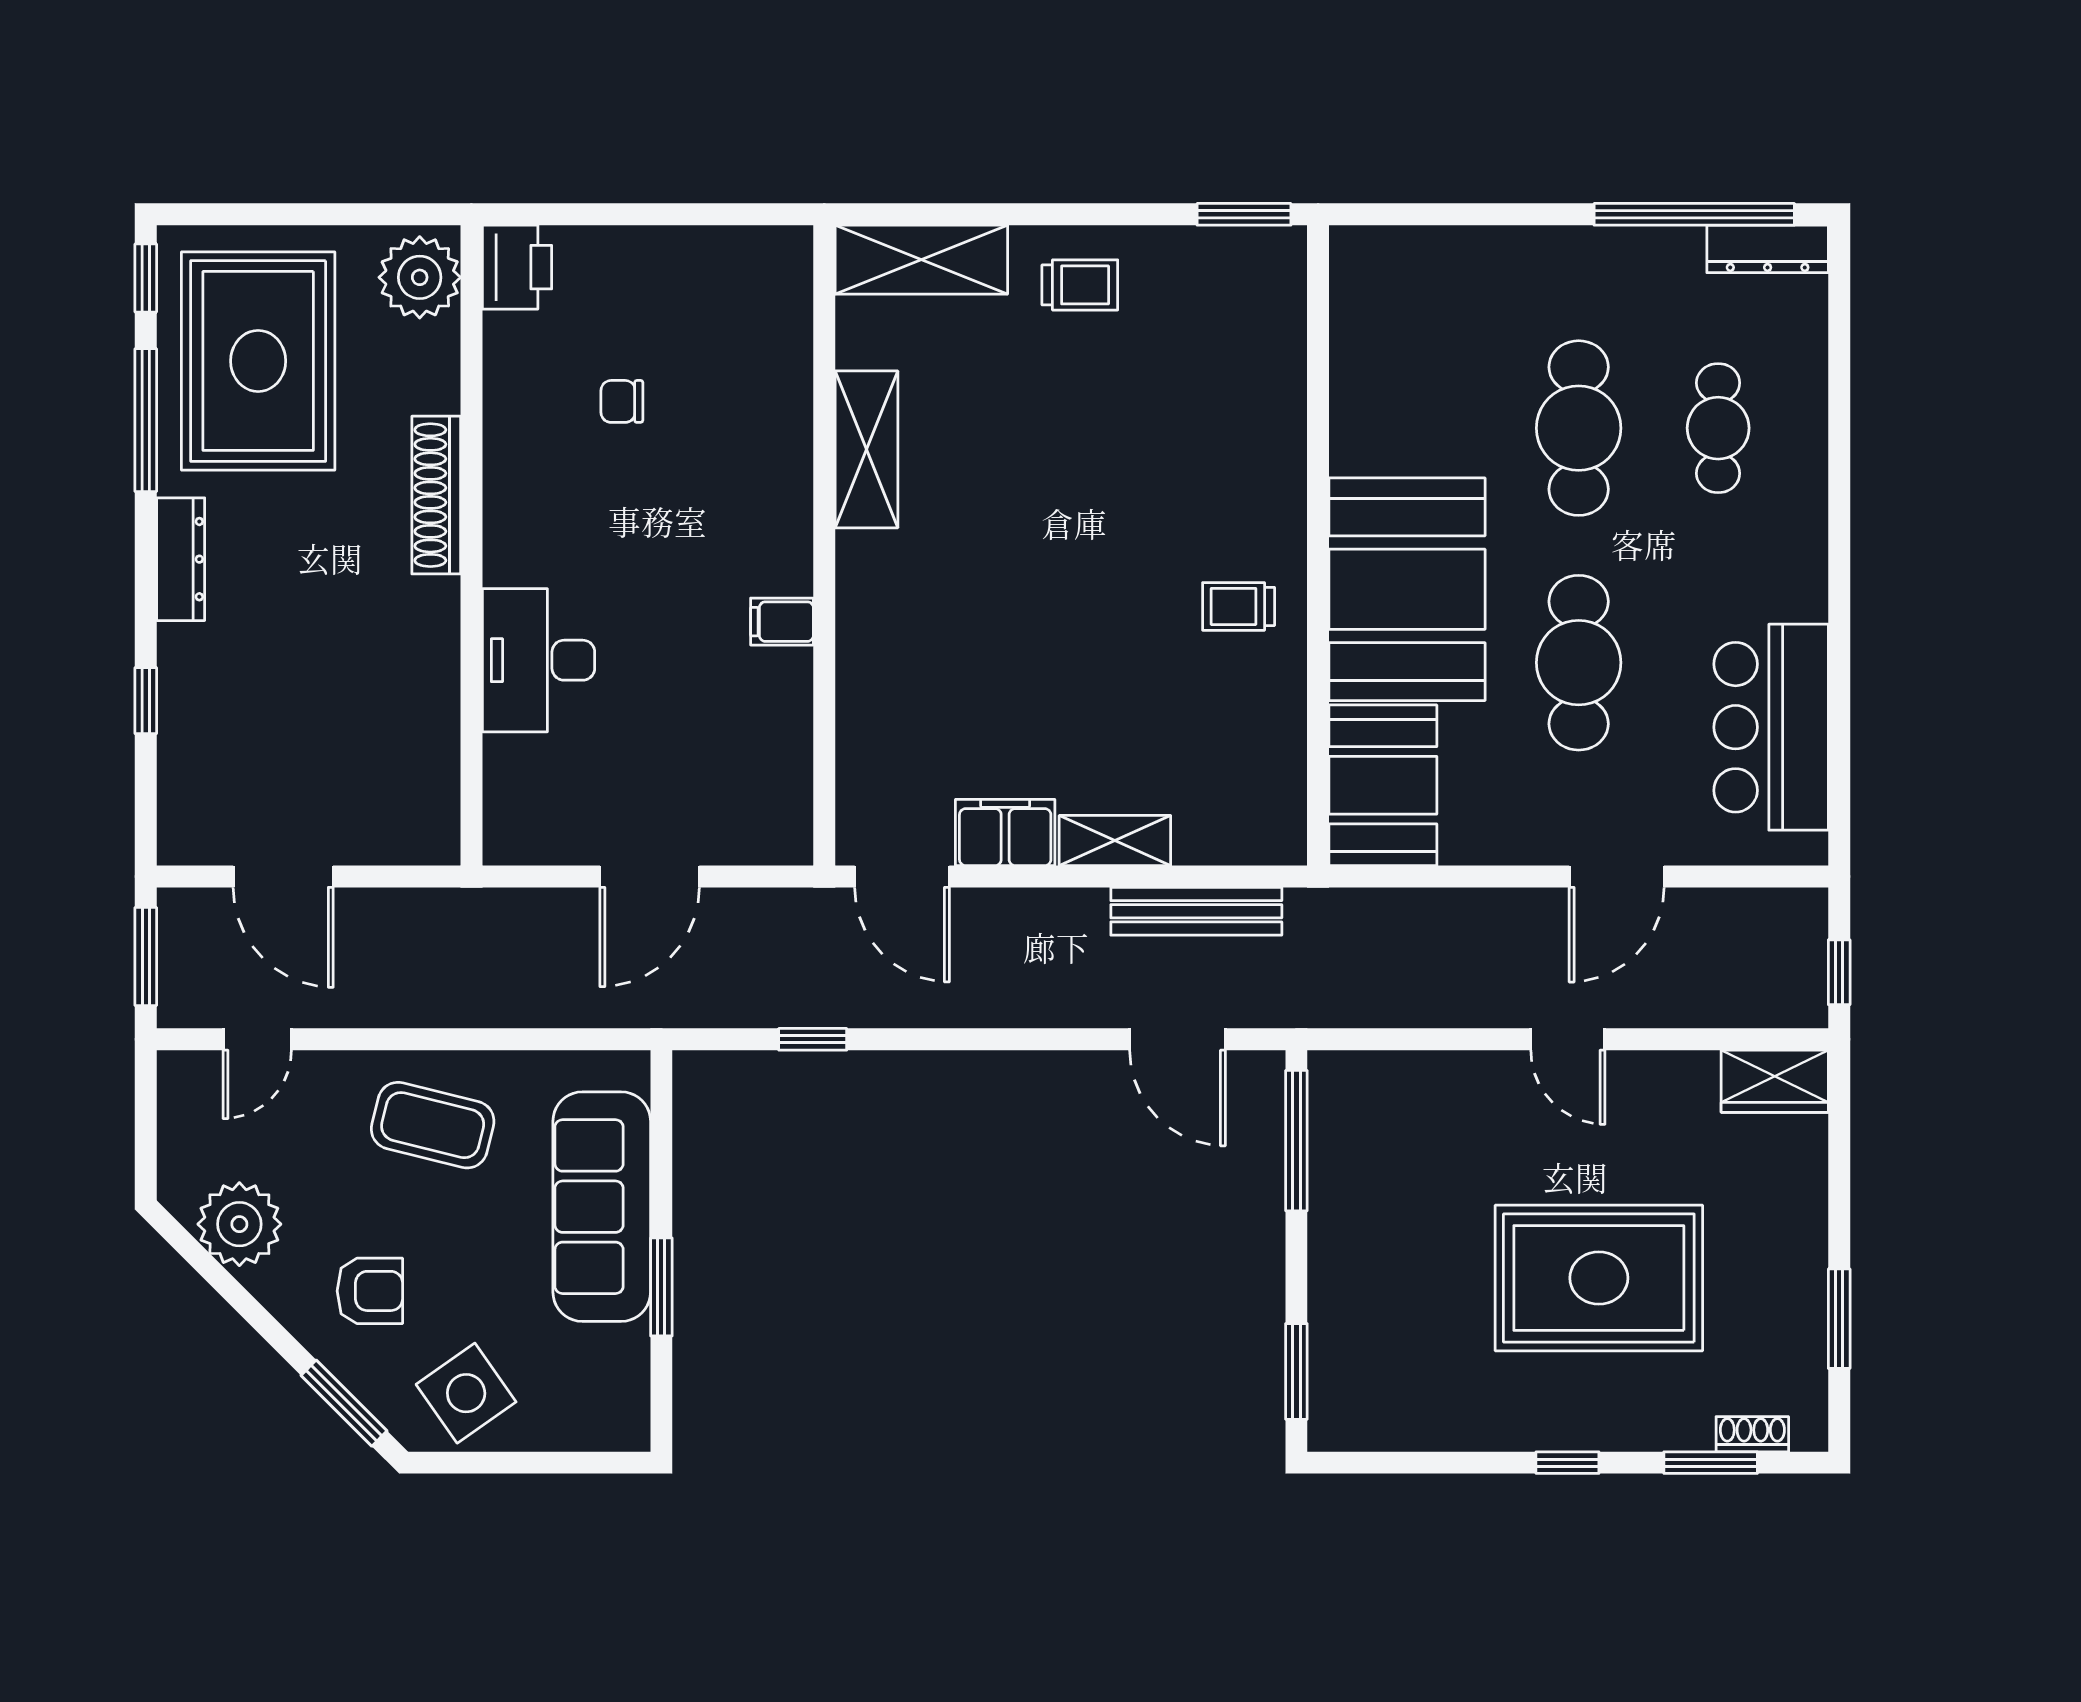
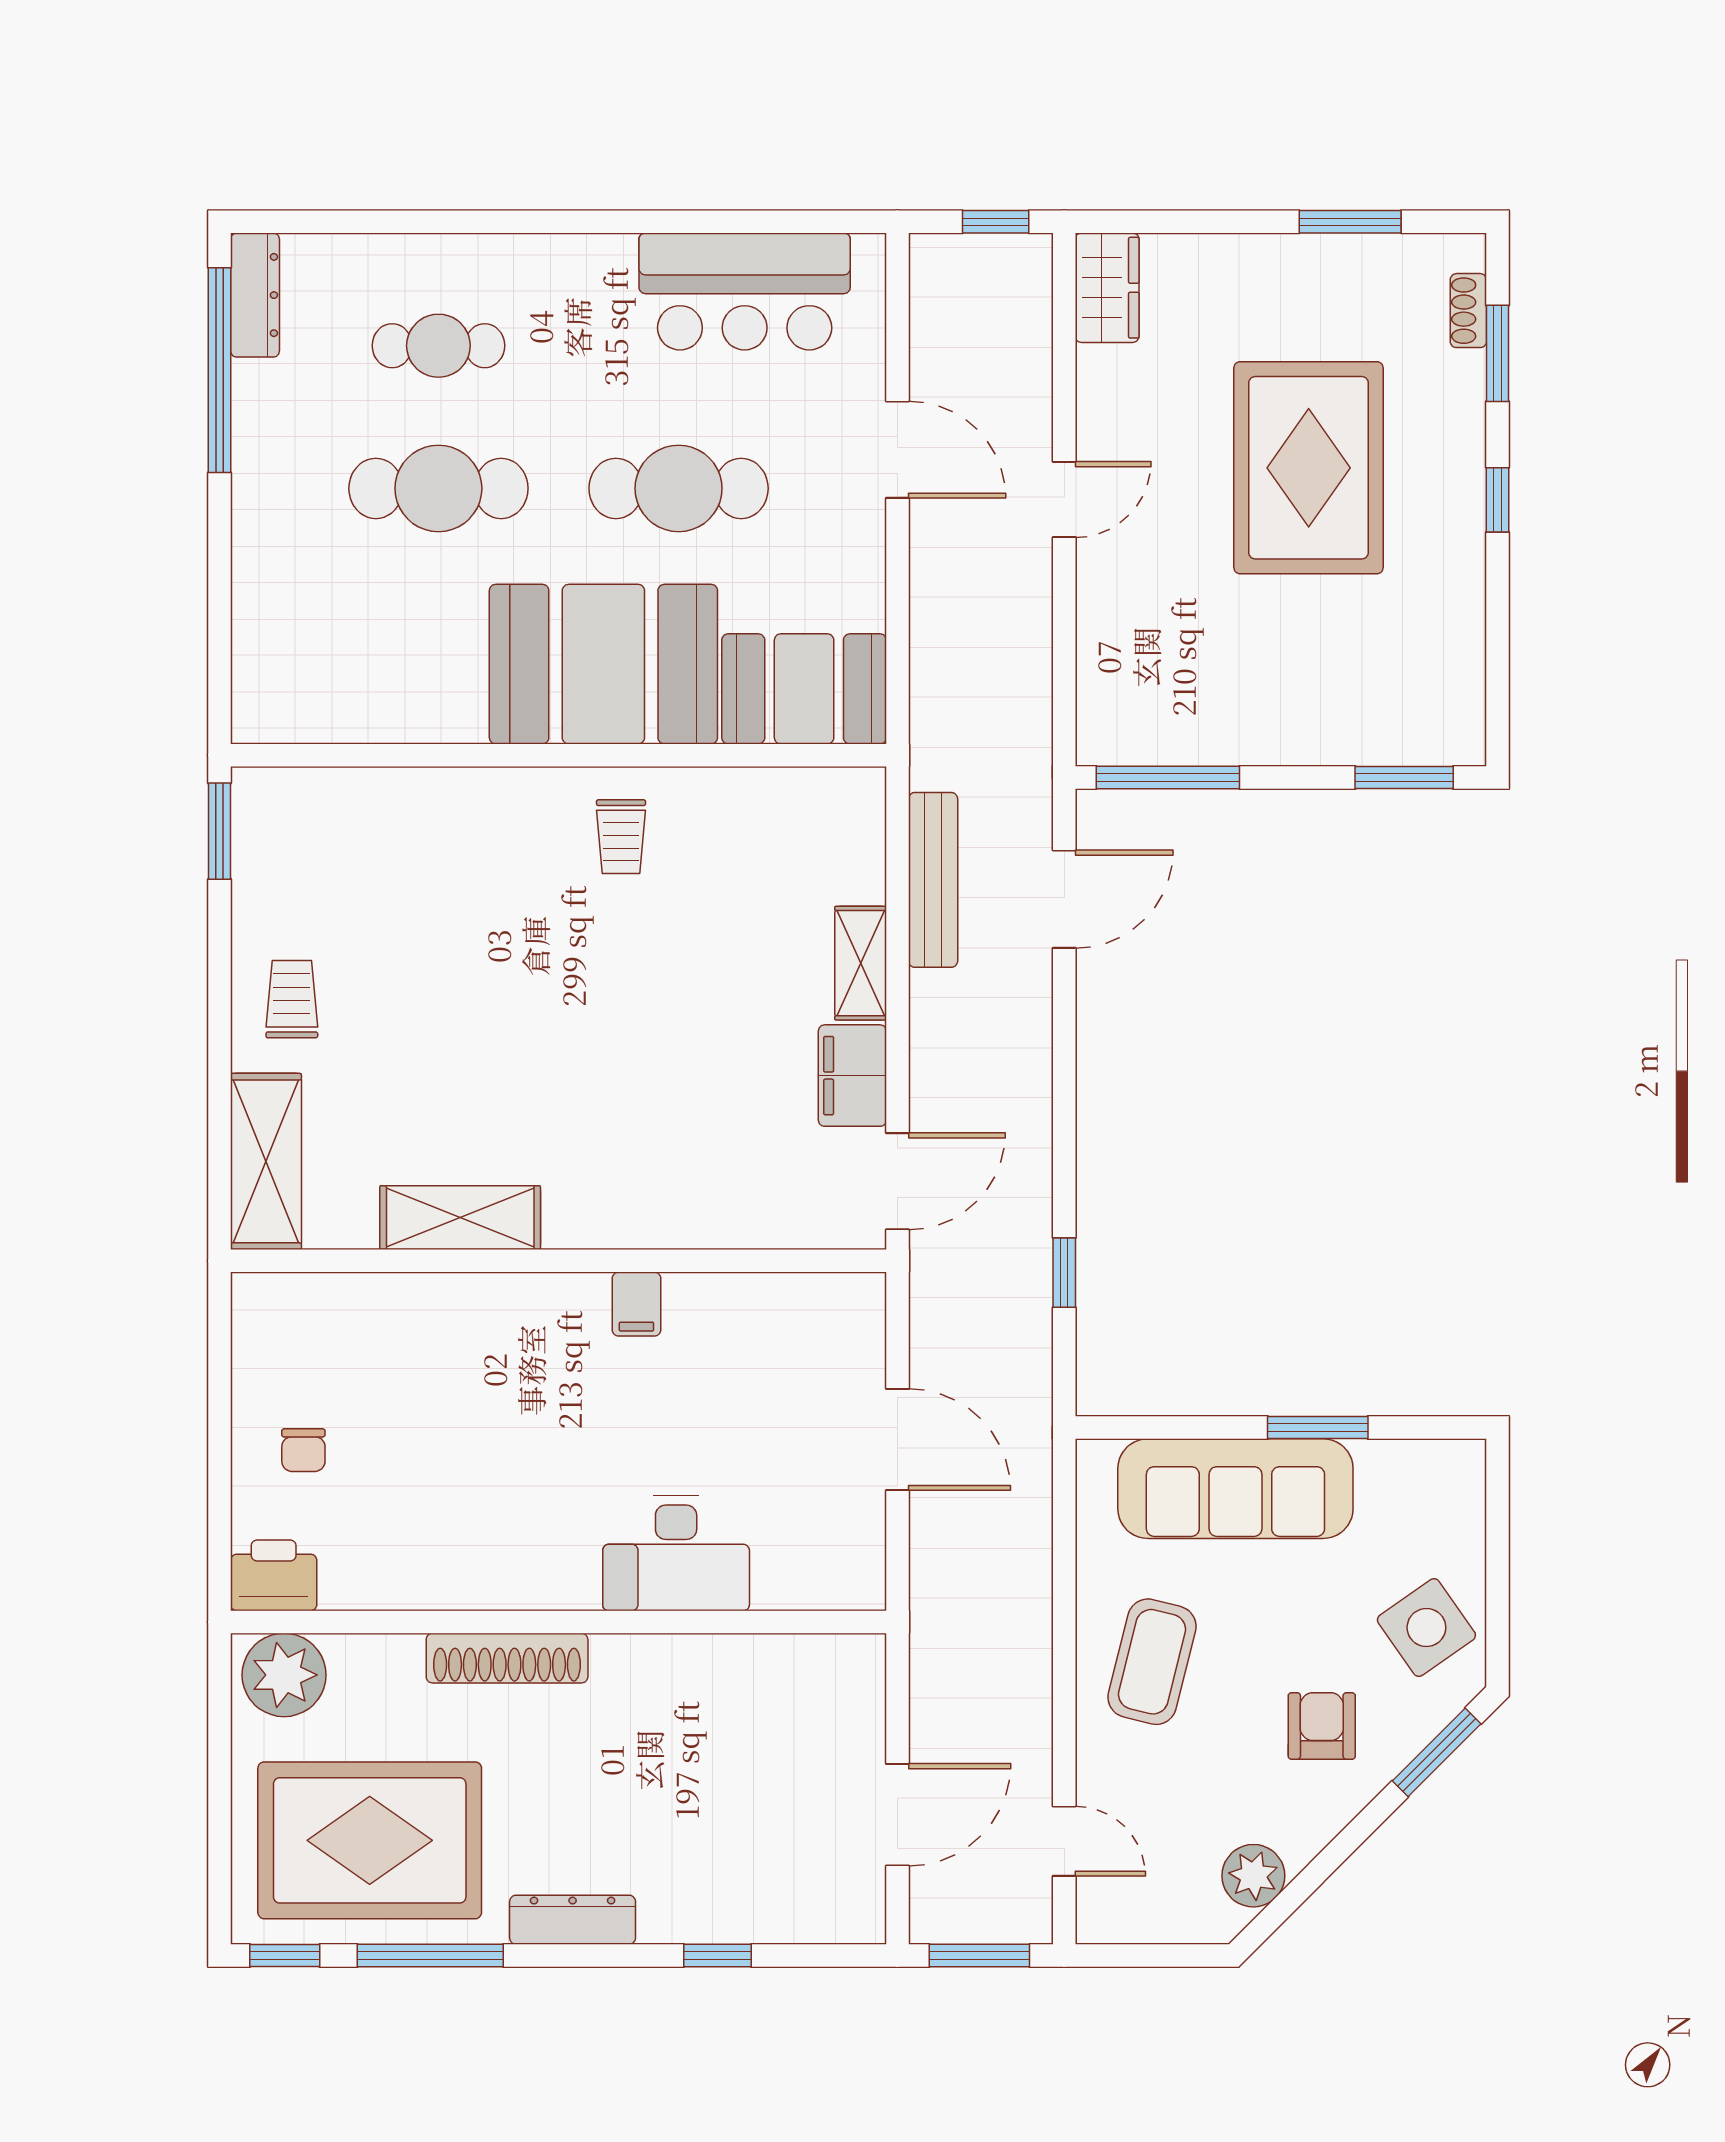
chair: (622, 401) -> (303, 1450), moved
plant: (239, 1224) -> (1253, 1876), width x0.73, depth x0.73

